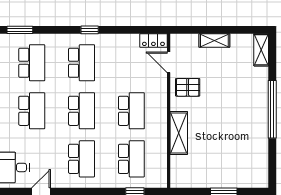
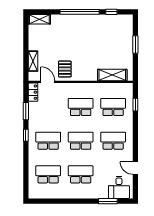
window: (20, 30) -> (26, 111), moved
shelving: (214, 40) -> (33, 61), moved
door: (169, 62) -> (48, 82), swing flipped
shelving: (179, 133) -> (112, 75), moved
window: (272, 156) -> (111, 12), added

